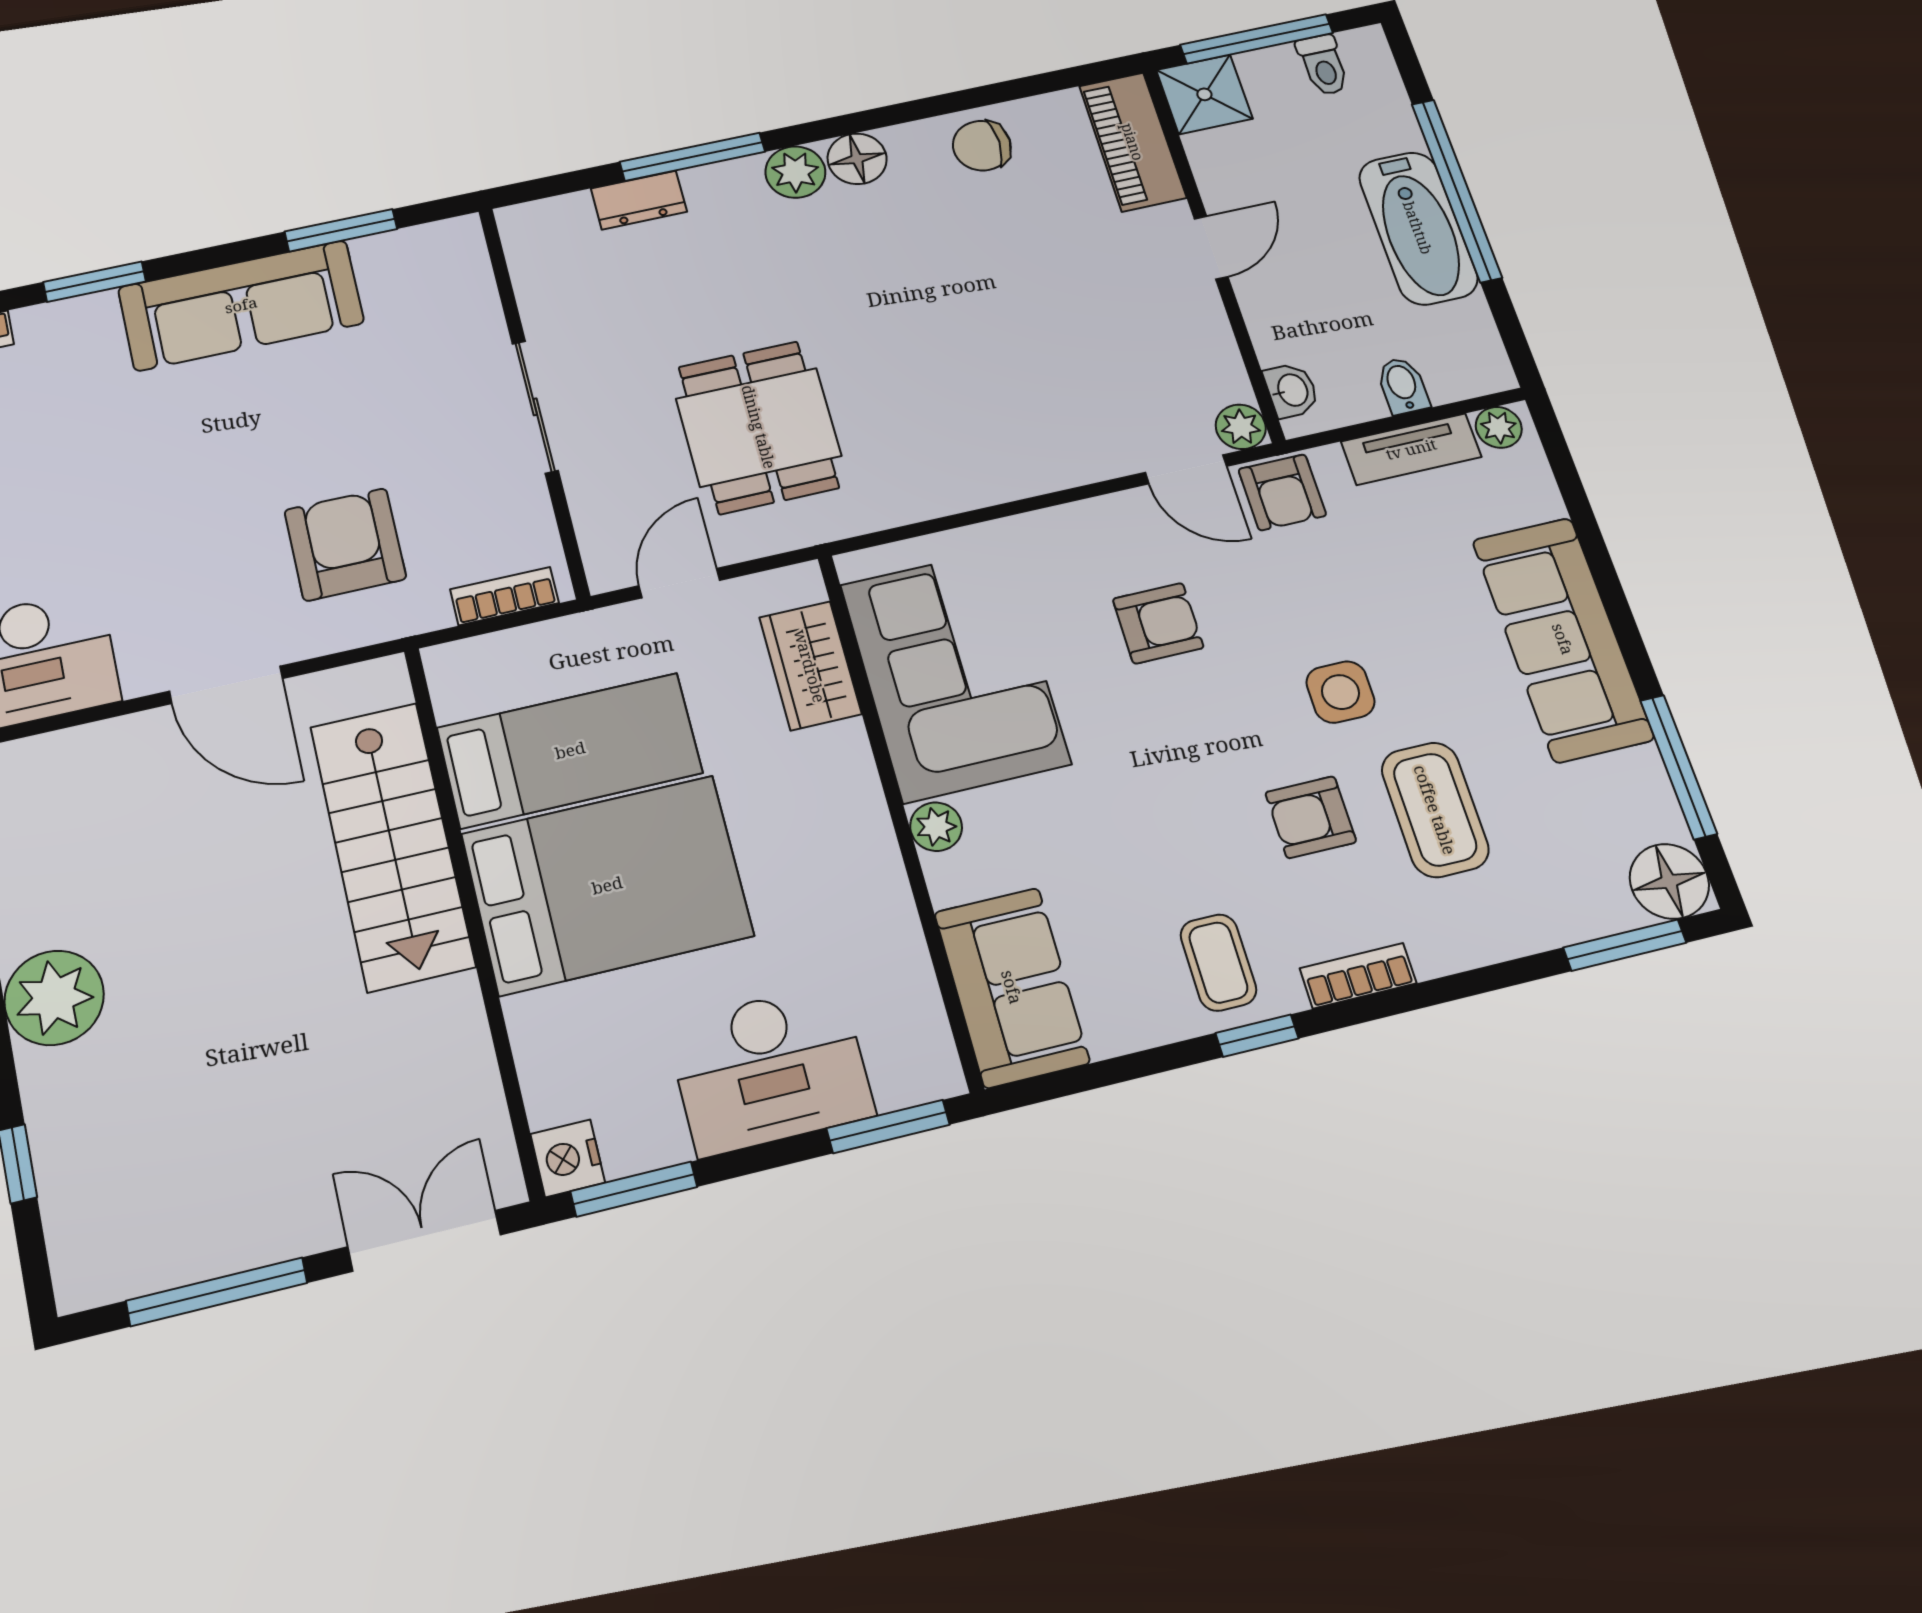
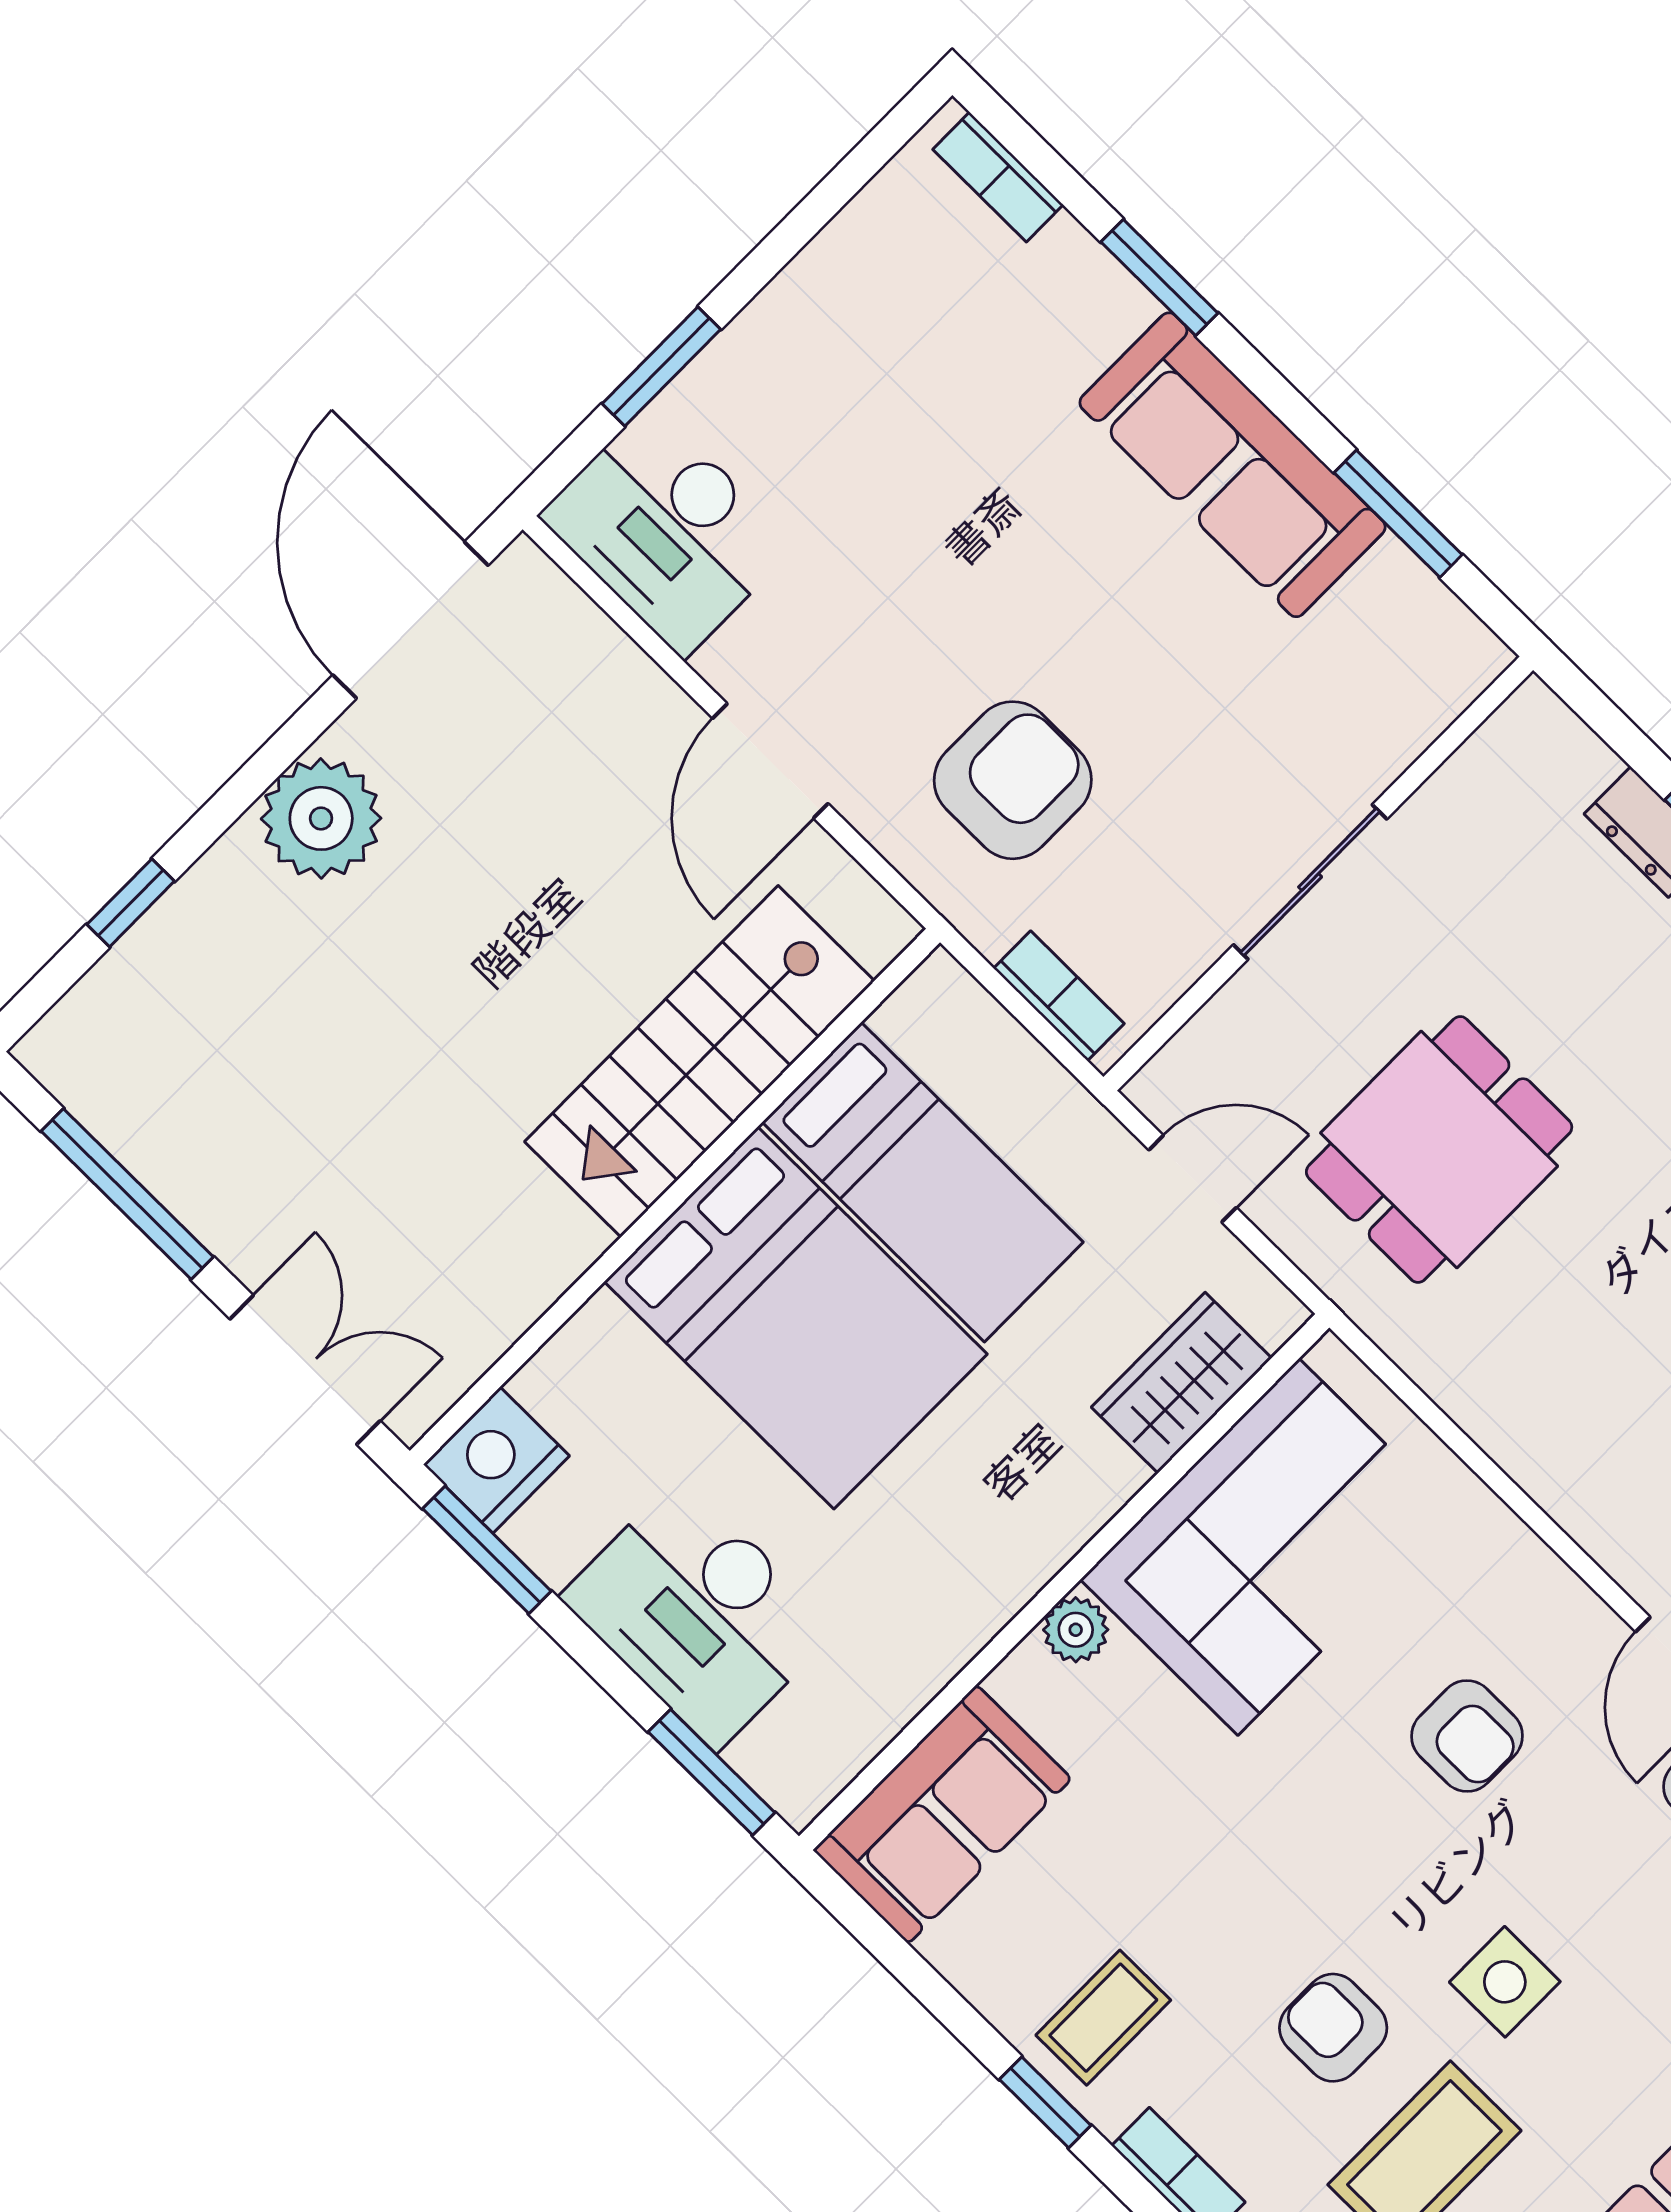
nightstand: (568, 1158) -> (496, 1460), width x1.36, depth x1.33

